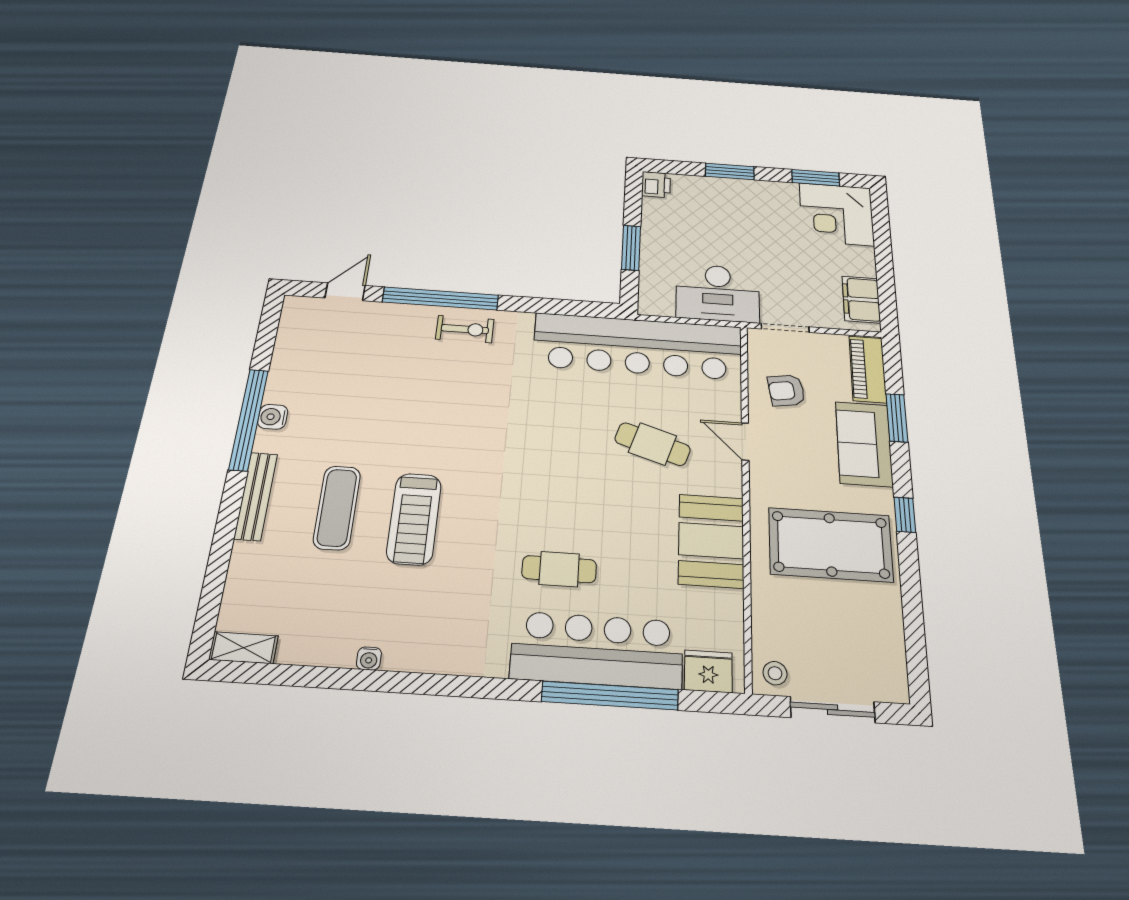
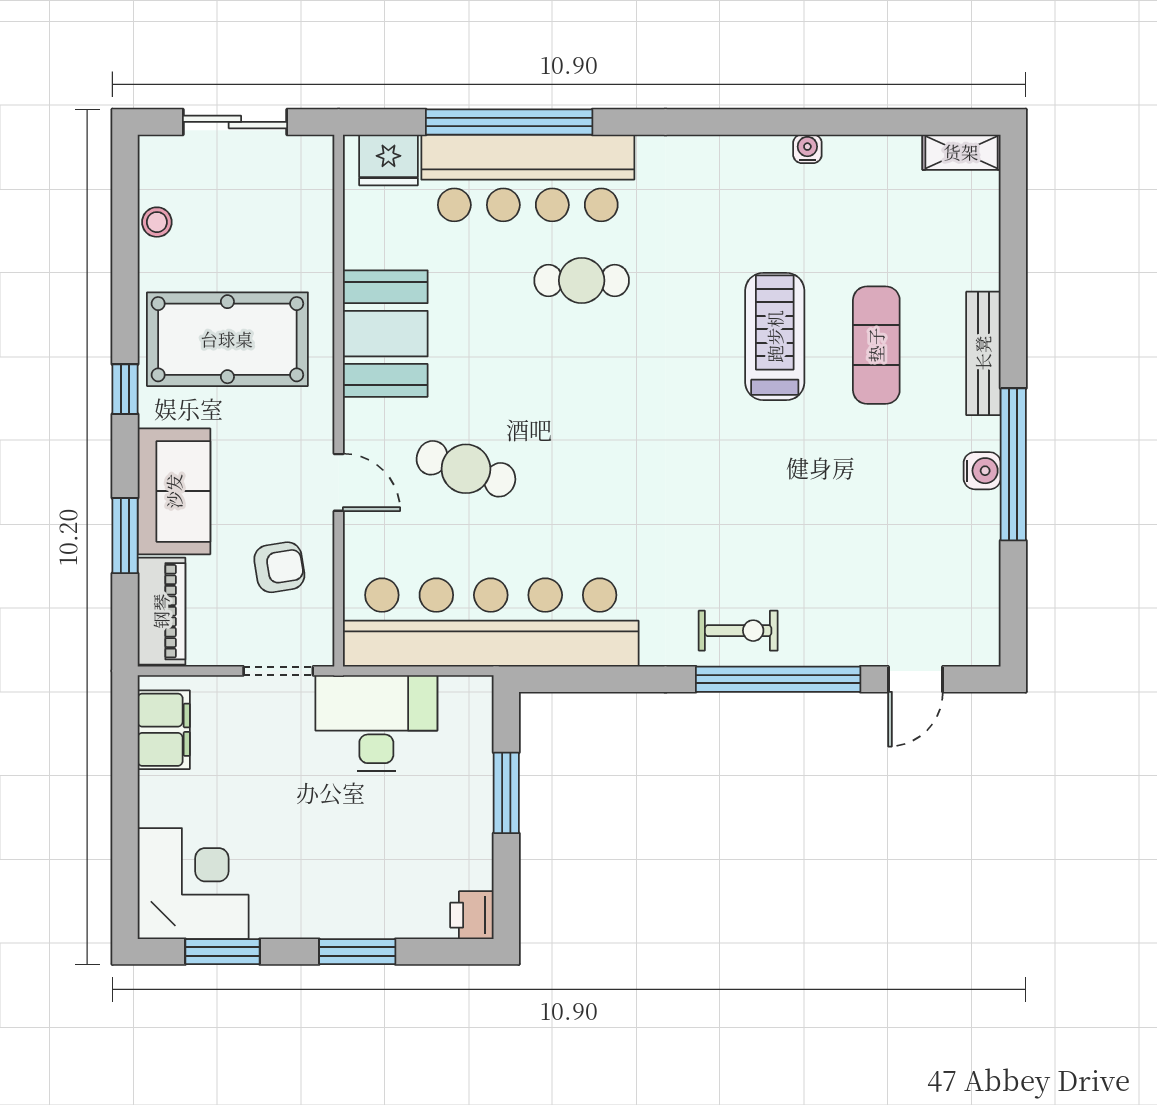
exercise bike: (465, 329) -> (738, 631), turned 180
stool: (775, 673) -> (157, 222), moved

